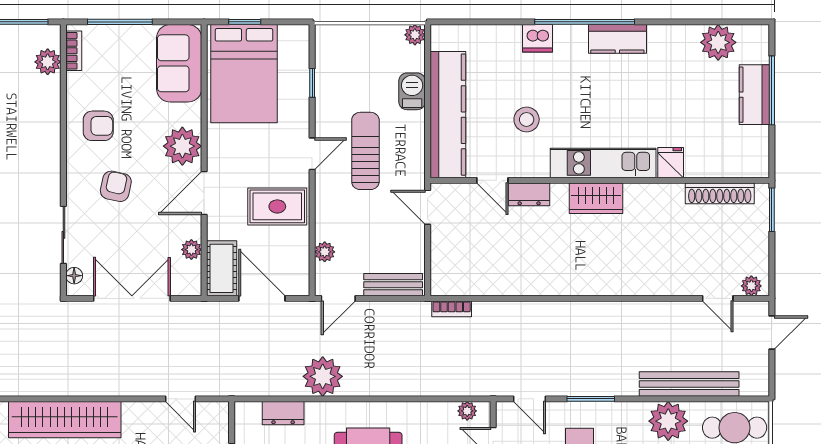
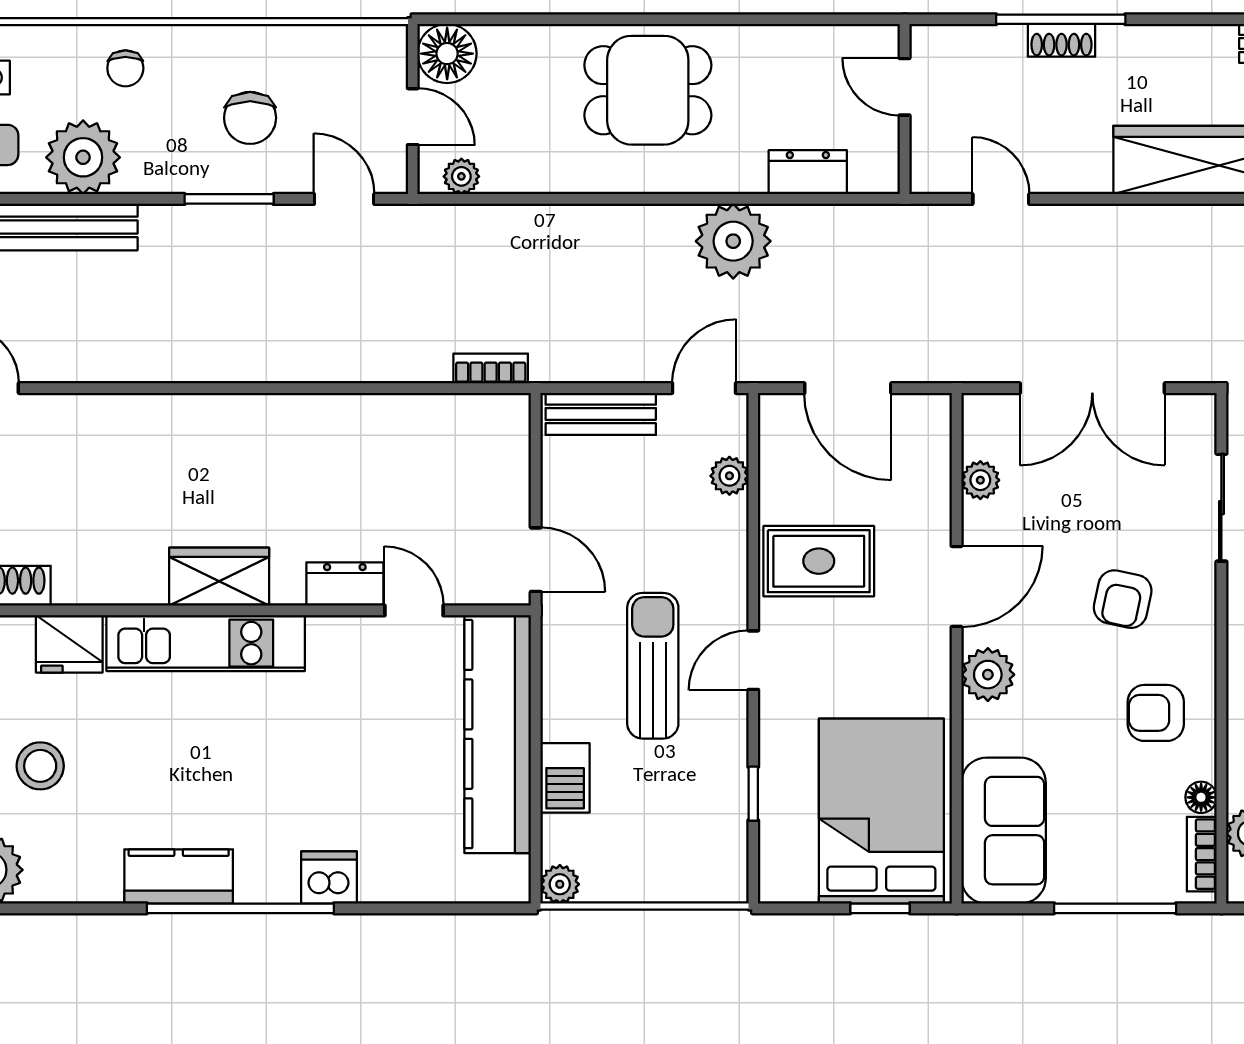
stool: (527, 119) -> (40, 766), moved
plant: (182, 146) -> (988, 675), width x0.73, depth x0.73
sun lounger: (365, 151) -> (653, 666), turned 180
fridge: (671, 163) -> (69, 644), width x1.38
cot: (222, 268) -> (924, 445), removed
floor lamp: (74, 276) -> (1201, 797), moved

